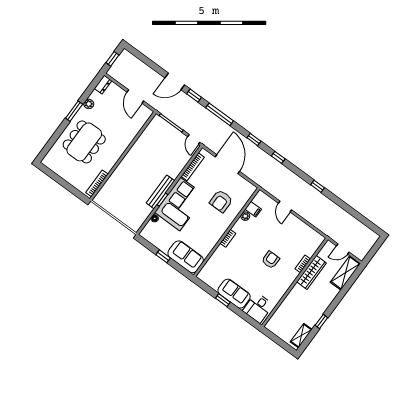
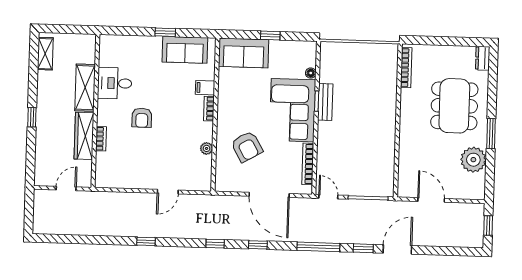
dresser: (103, 85) -> (483, 58), moved
plant: (89, 104) -> (473, 160), width x1.88, depth x1.88
bench: (160, 192) -> (325, 102), width x0.73
armchair: (221, 201) -> (247, 147), turned 150
door: (285, 206) -> (168, 192), swing flipped
filing cabinet: (253, 209) -> (205, 88), moved
shelving: (345, 273) -> (85, 88), moved
sofa: (234, 294) -> (185, 50), moved
desk: (258, 308) -> (115, 83), moved, turned -90
window: (321, 321) -> (32, 117), moved

